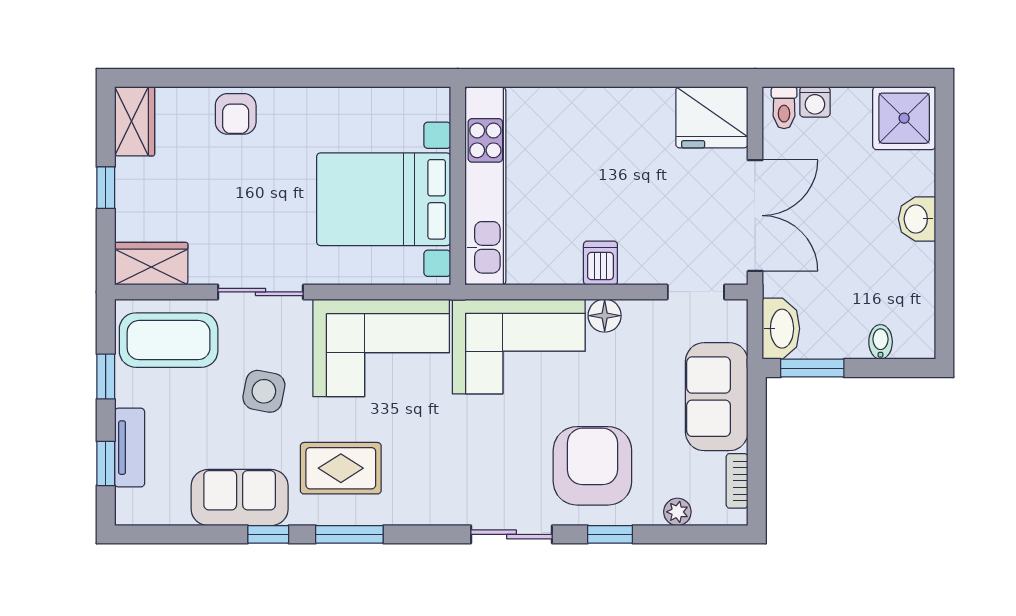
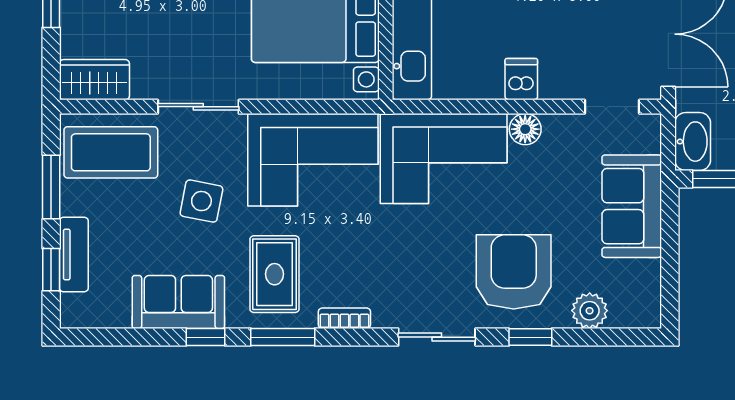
window: (106, 377) -> (51, 187), width x1.50
rug: (341, 468) -> (275, 274), turned 90
bookcase: (737, 481) -> (344, 318), moved, turned 90
plant: (677, 512) -> (590, 311), width x1.38, depth x1.38

